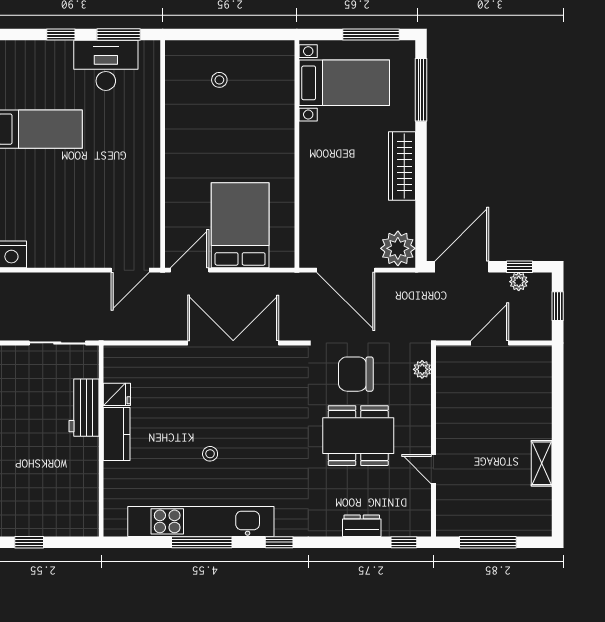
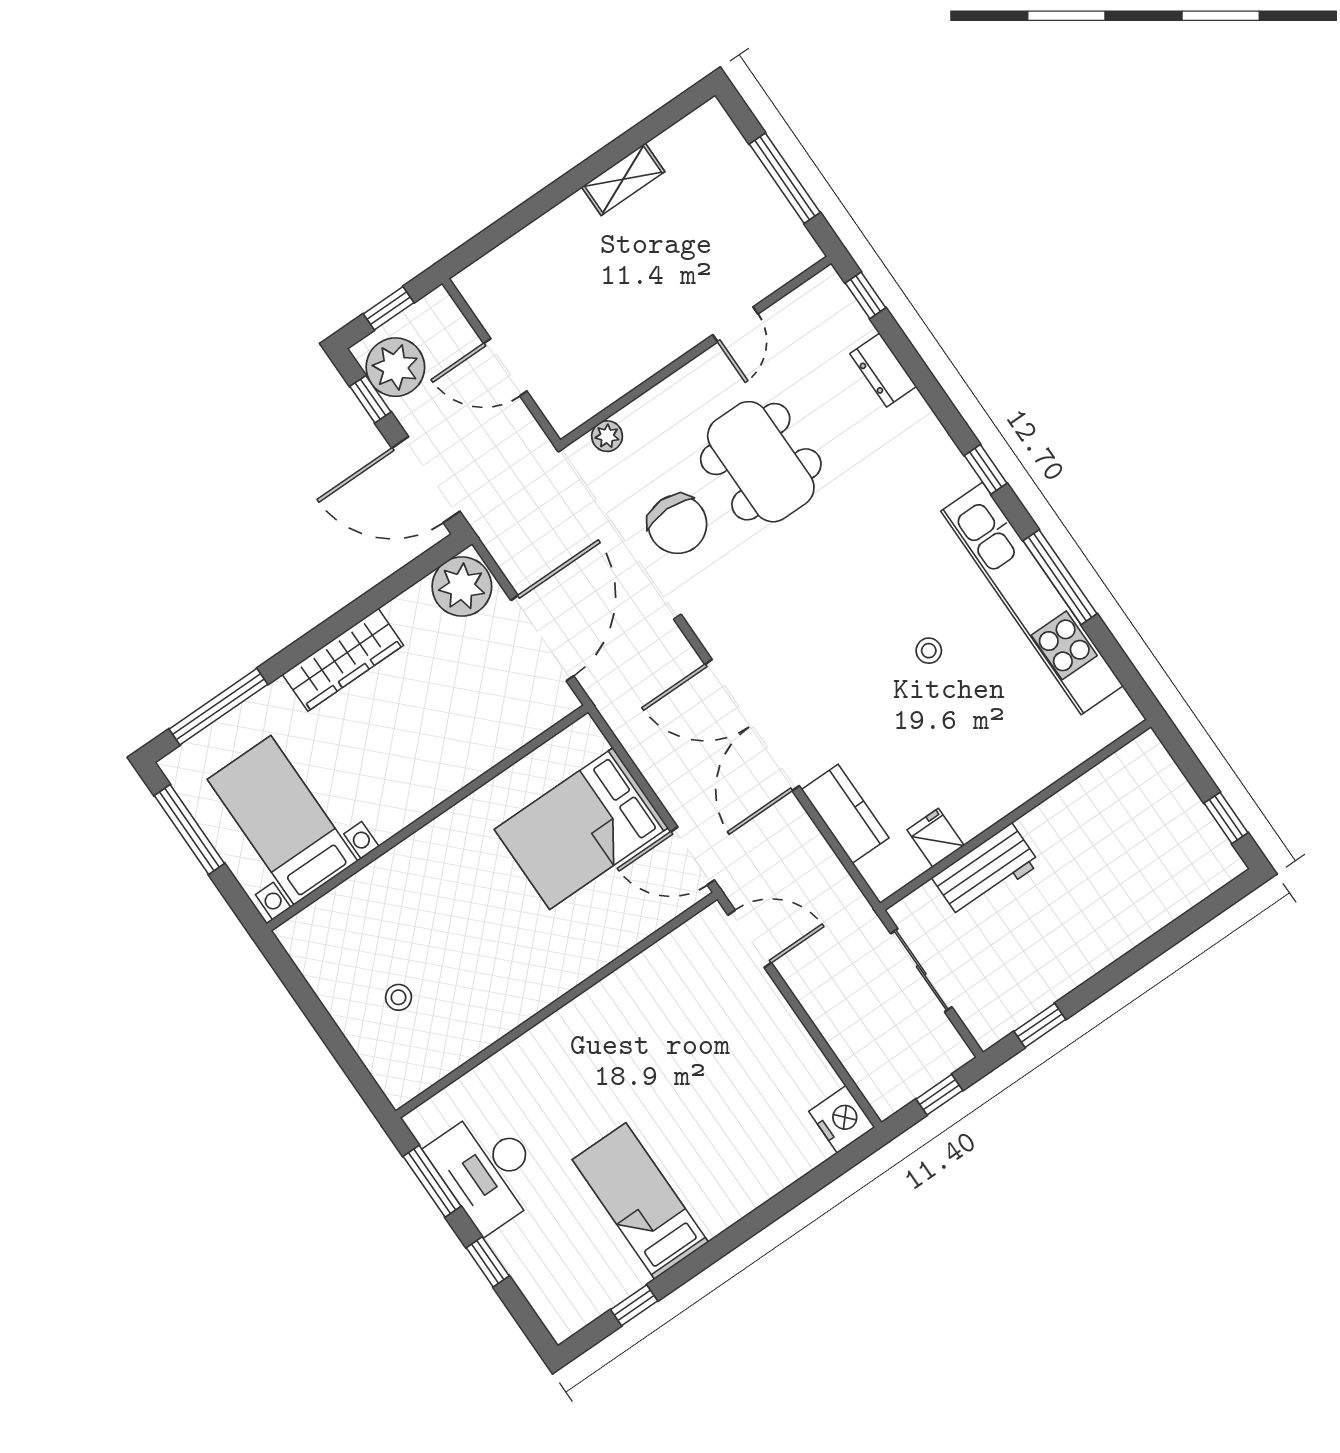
plant: (519, 282) -> (395, 367), width x1.87, depth x1.87
kitchen counter: (117, 434) -> (845, 814), moved, turned 90

